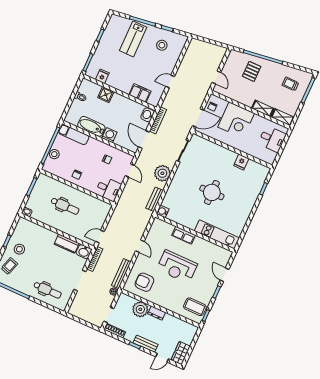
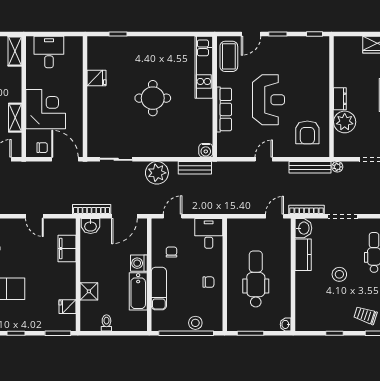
shelving: (263, 108) -> (15, 118), moved
exam couch: (74, 134) -> (159, 289), moved
dental chair: (65, 206) -> (256, 279), width x1.36, depth x1.38
row of seats: (184, 235) -> (224, 109), width x1.48
door: (100, 236) -> (275, 216), swing flipped
stool: (19, 249) -> (339, 274), moved
coffee table: (195, 307) -> (229, 56), moved

